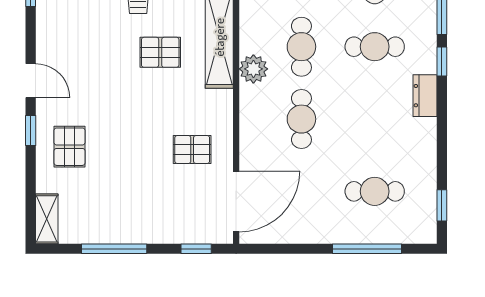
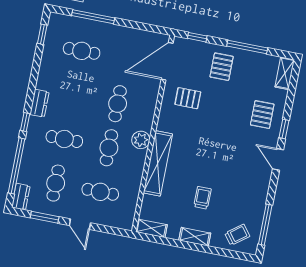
pallet: (160, 52) -> (222, 67), moved, turned 90

